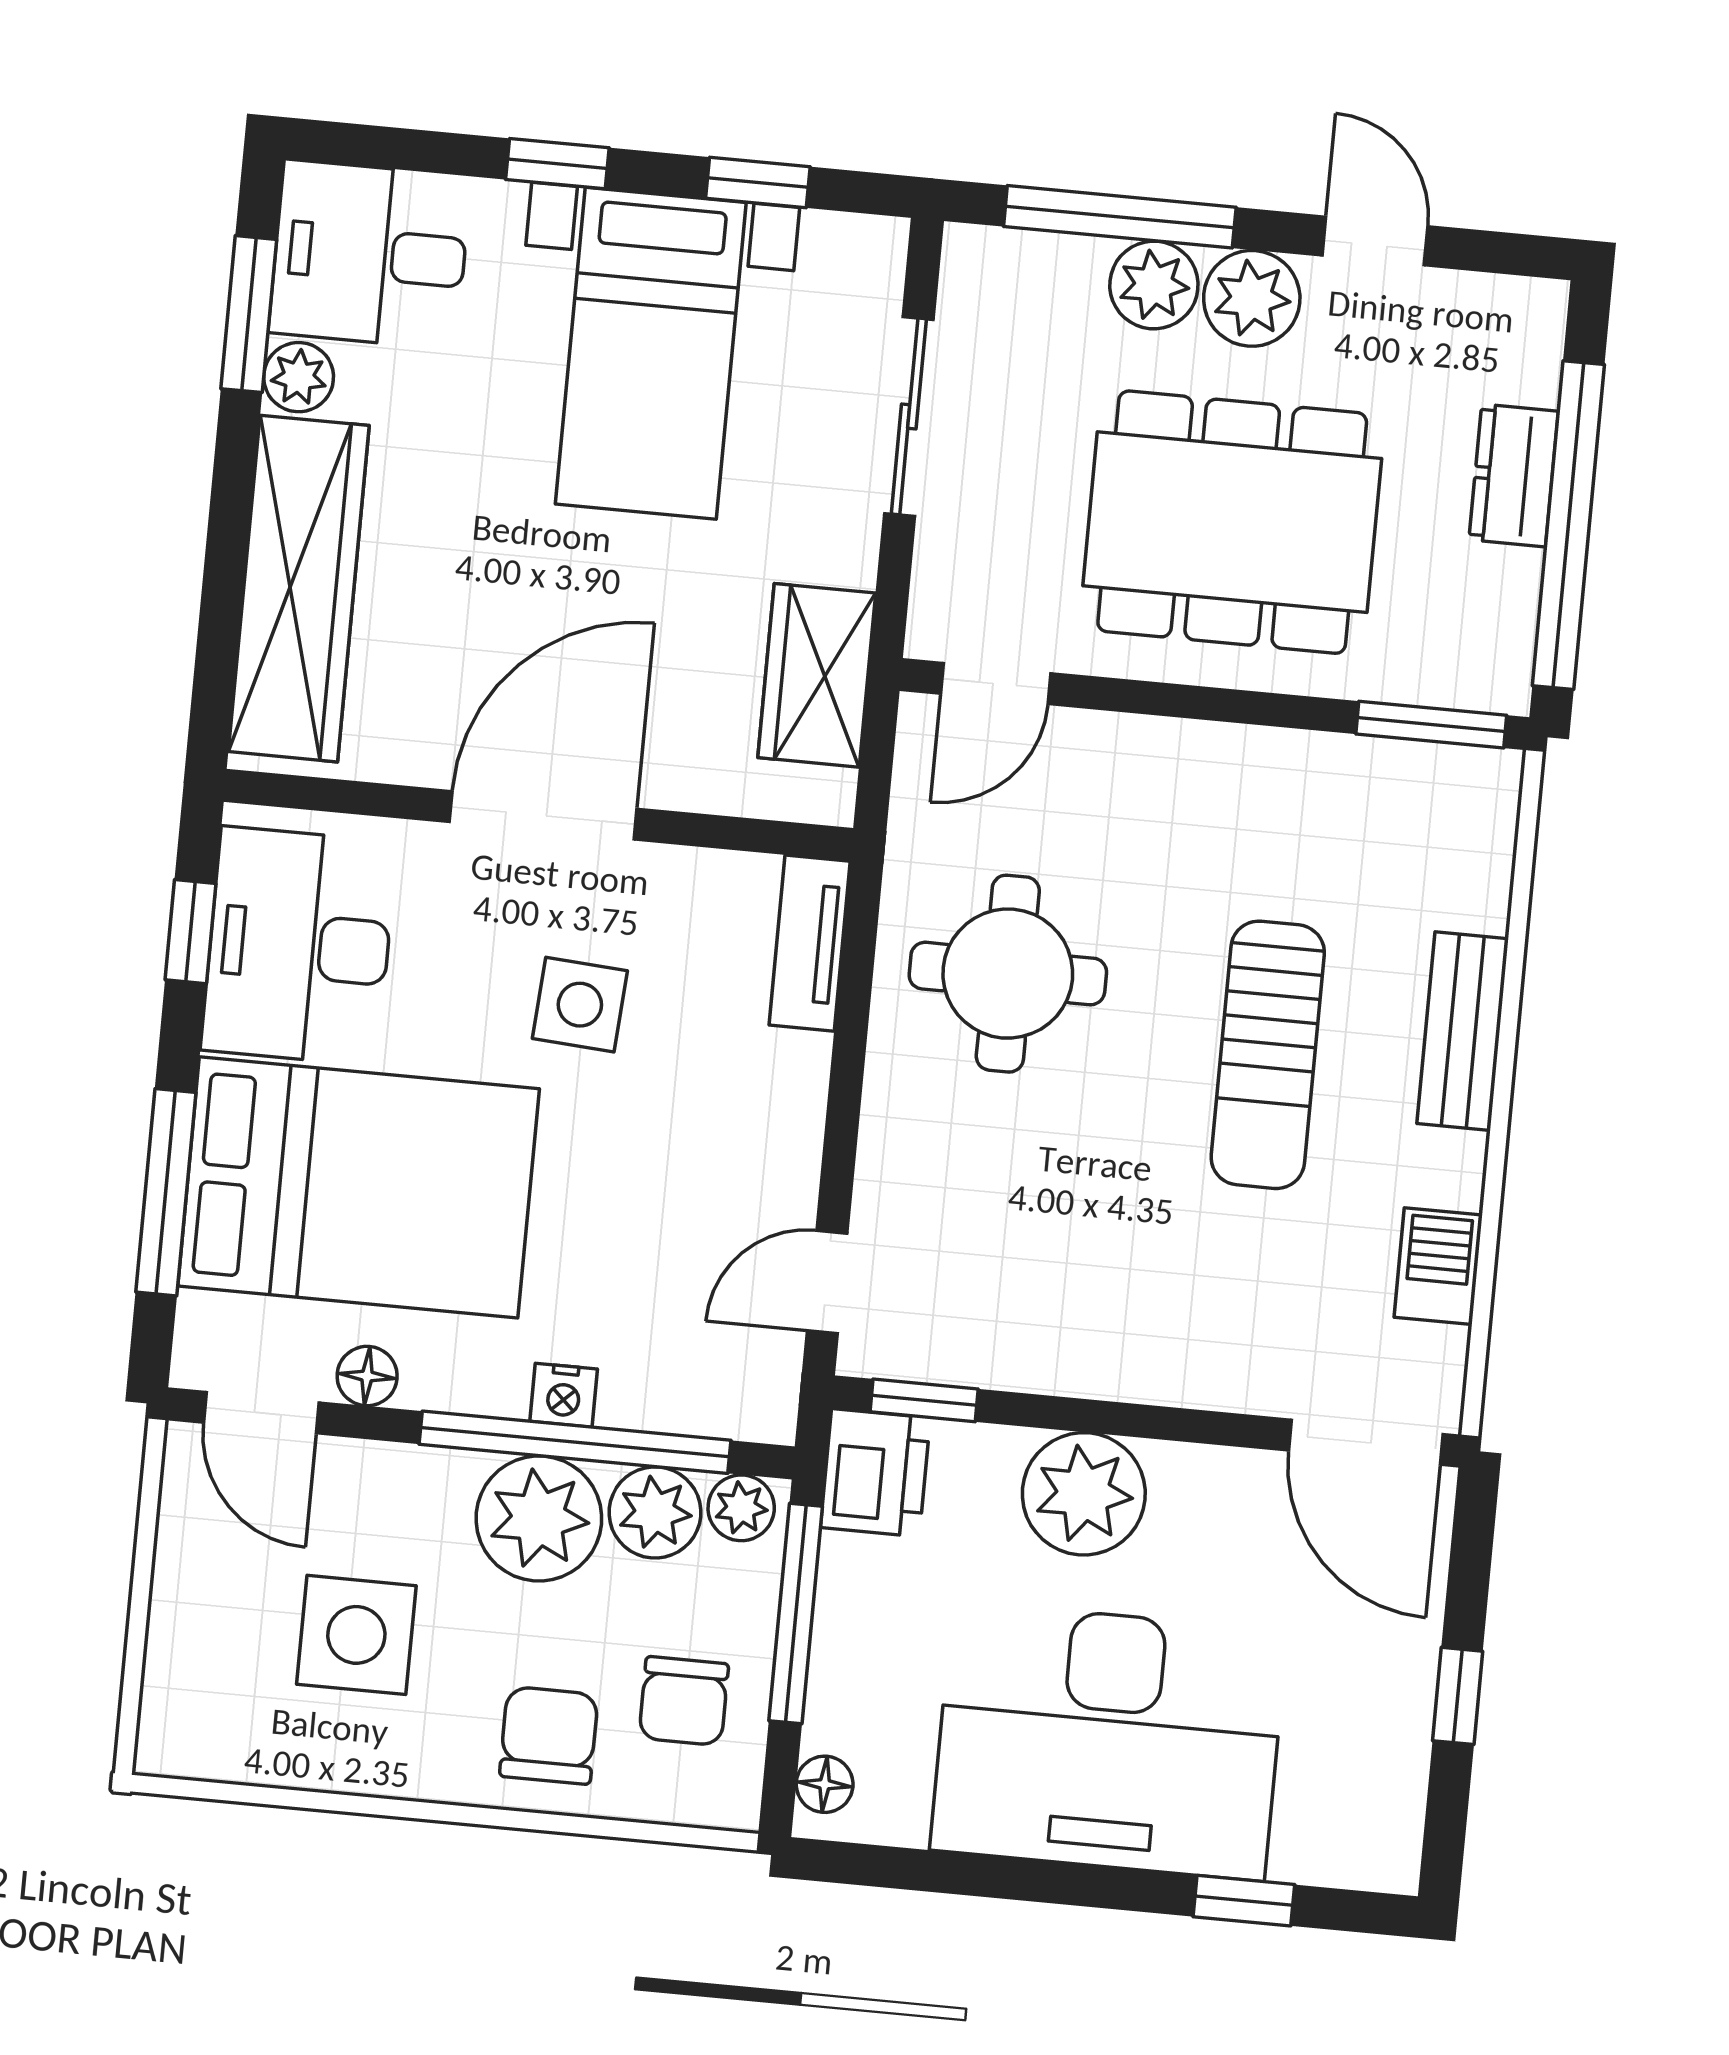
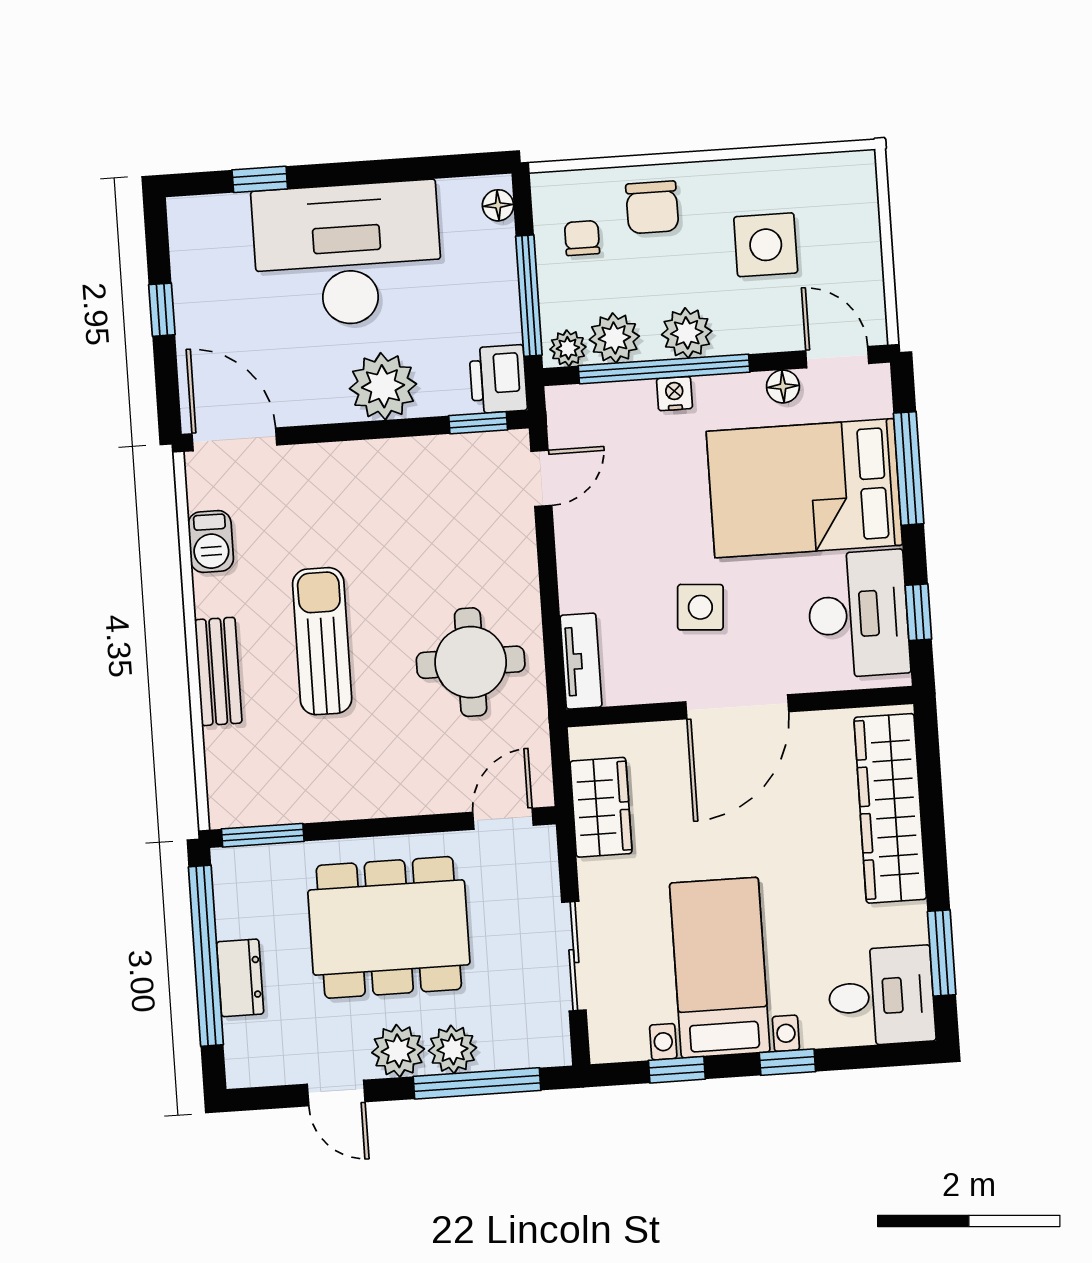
plant: (299, 377) -> (909, 923), removed
plant: (539, 1518) -> (687, 333), width x0.73, depth x0.73
chair: (684, 1701) -> (582, 238), width x0.73, depth x0.73

